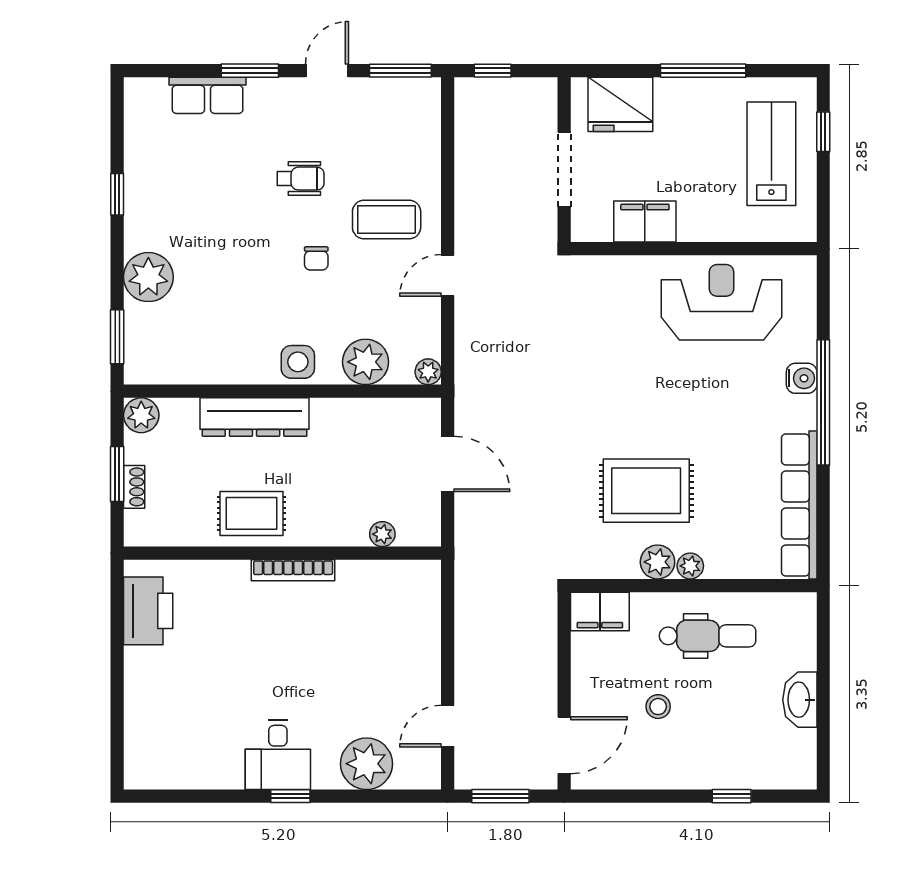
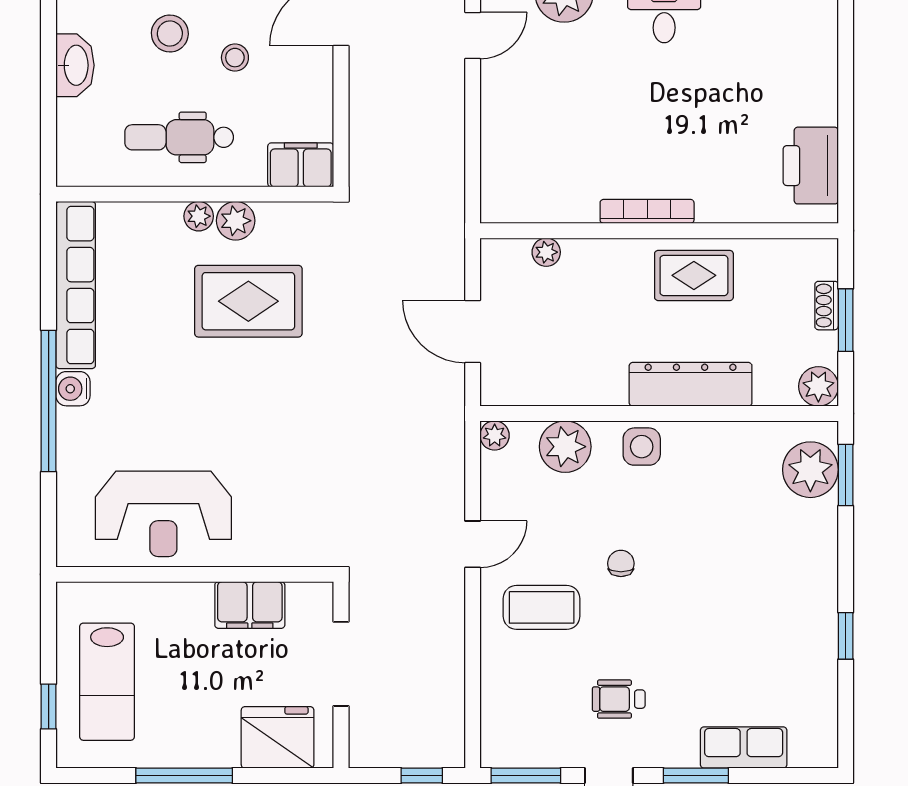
wheelchair: (301, 179) -> (619, 699), moved
plant: (148, 277) -> (810, 470), moved
water cooler: (802, 378) -> (73, 389), moved
stool: (716, 728) -> (170, 34), added

